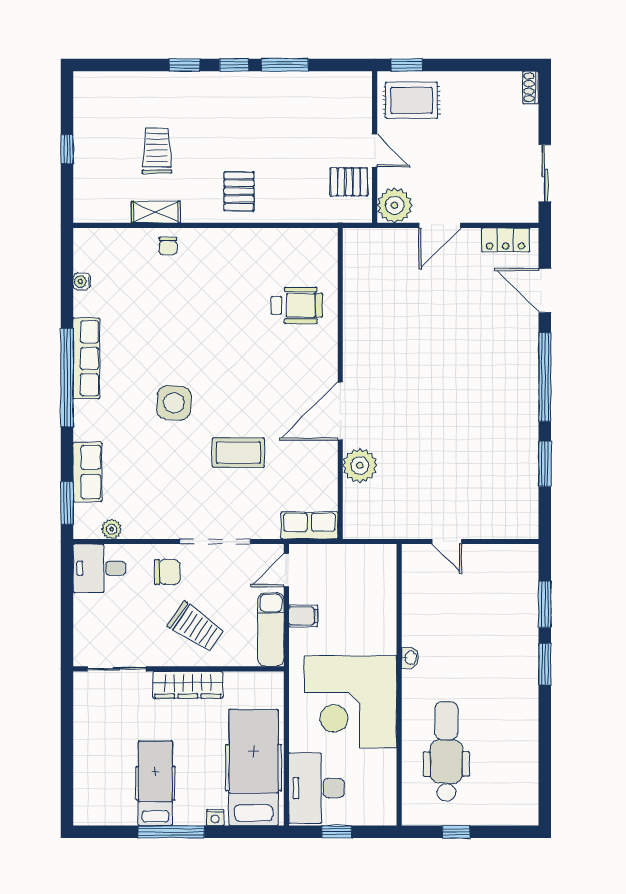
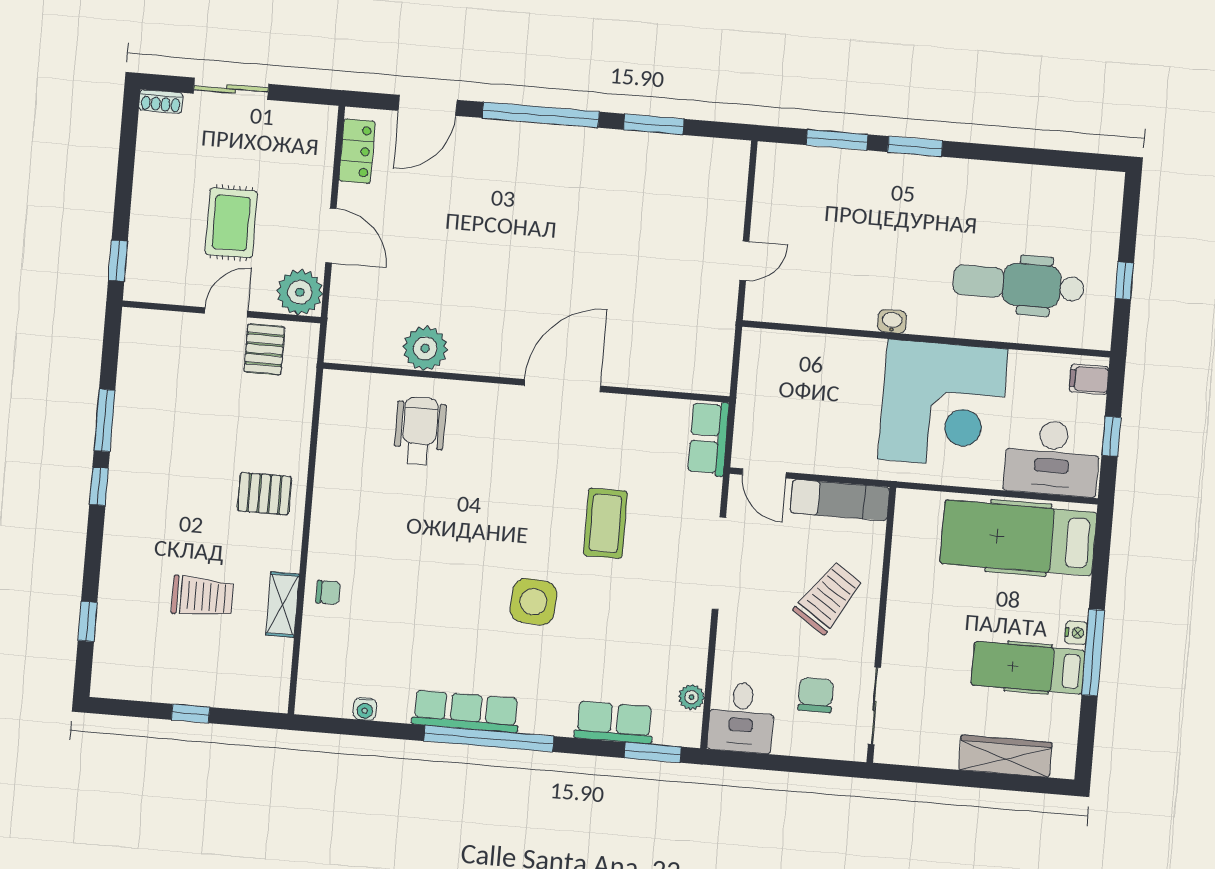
window: (185, 65) -> (88, 621), moved
rug: (412, 100) -> (231, 223), moved
trolley: (157, 151) -> (202, 597), turned 180
sliding door: (545, 173) -> (231, 89), moved
door: (340, 411) -> (562, 386), swing flipped
plant: (360, 465) -> (425, 348), moved
chair: (167, 572) -> (816, 695), moved
filing cabinet: (303, 616) -> (1089, 379), moved, turned -90
wardrobe: (188, 685) -> (1005, 756), moved, turned -90
nightstand: (215, 818) -> (1076, 633), moved

